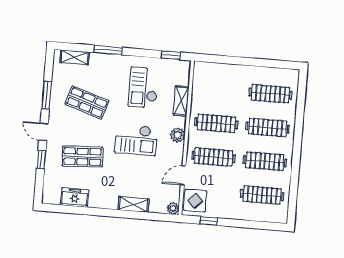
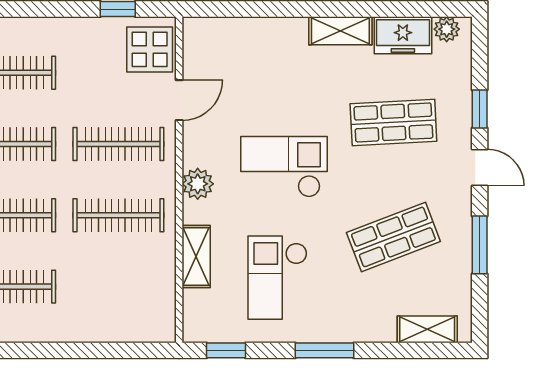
window: (108, 50) -> (324, 350), moved
checkout: (143, 88) -> (277, 278), turned 180
shop shelf: (87, 102) -> (393, 237), turned -39
shelving: (134, 204) -> (340, 31), moved
plant: (173, 208) -> (447, 29), moved

